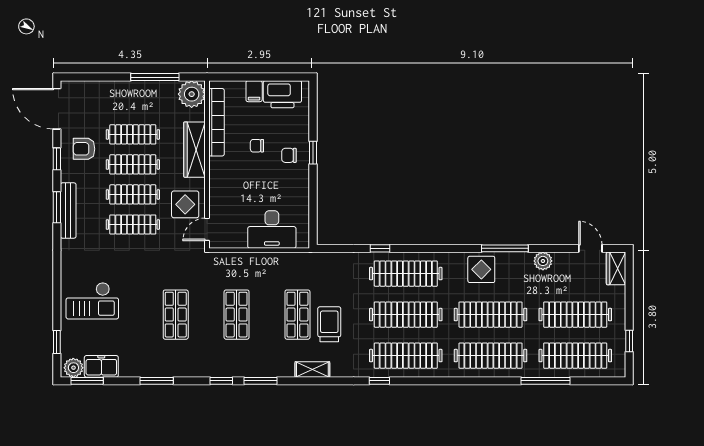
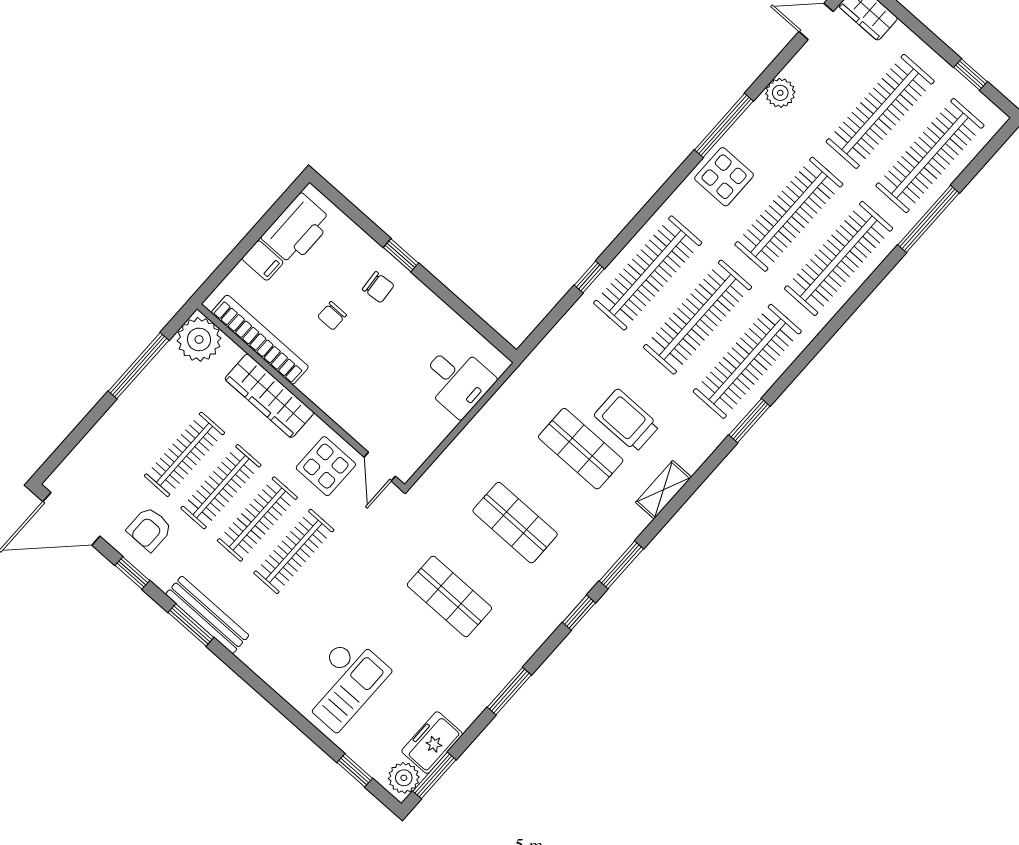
chair: (289, 155) -> (378, 287), turned -95
desk: (272, 229) -> (457, 380), width x0.73
window: (379, 381) -> (749, 421), width x1.50

